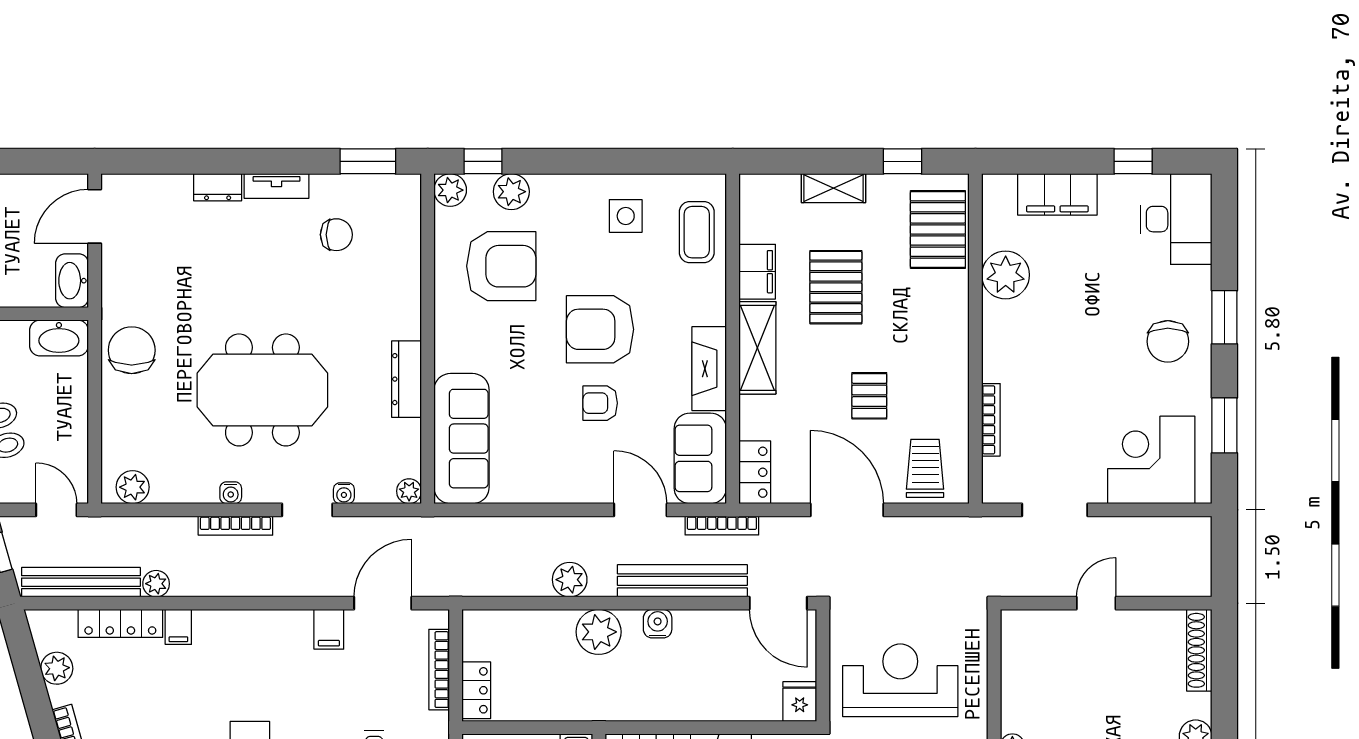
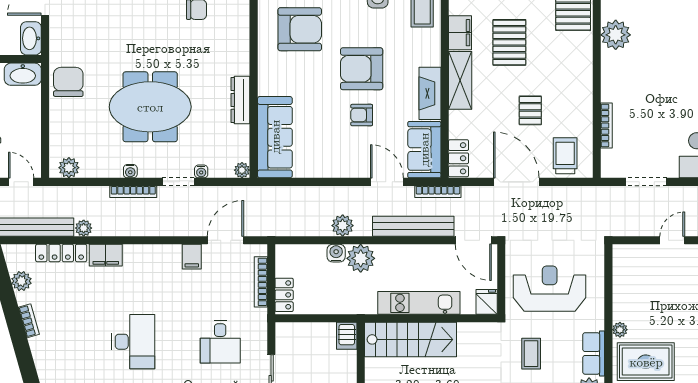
water cooler: (658, 624) -> (336, 253), moved
filing cabinet: (178, 627) -> (106, 255), width x2.00
kitchen unit: (691, 703) -> (419, 303), added

